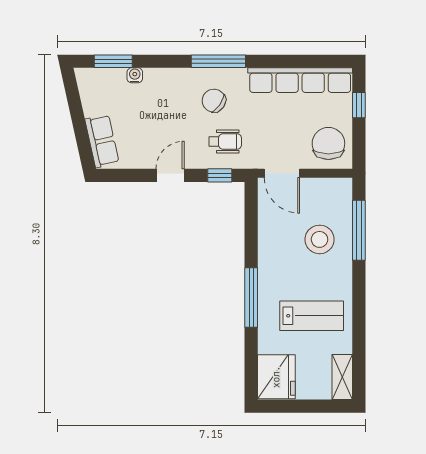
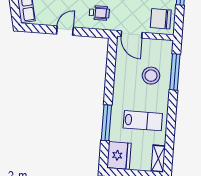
chair: (328, 143) -> (161, 19), turned -90
window: (220, 175) -> (95, 33), removed
window: (251, 298) -> (106, 123), moved

